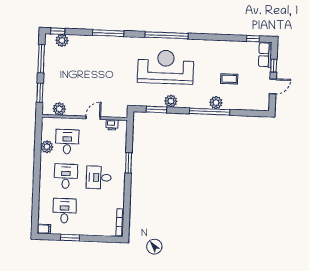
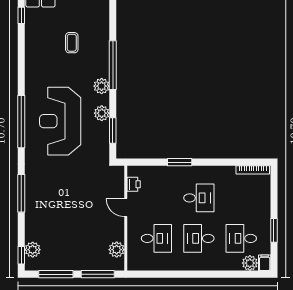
window: (40, 93) -> (98, 274), width x1.44
plant: (216, 103) -> (102, 86), moved
desk: (67, 142) -> (156, 238), turned 180
plant: (47, 147) -> (250, 263), moved
desk: (99, 177) -> (199, 198), turned -90

